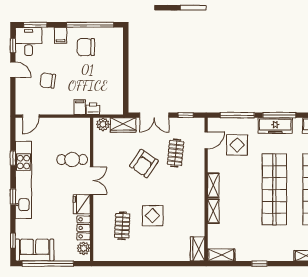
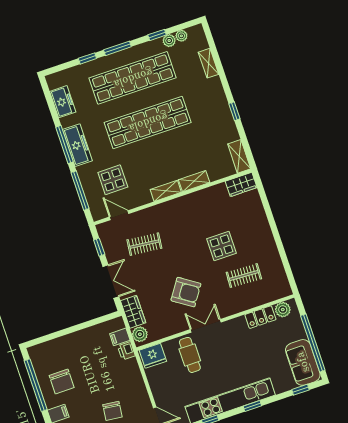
filing cabinet: (80, 107) -> (120, 337), moved
armchair: (144, 164) -> (186, 292), moved
fridge: (82, 204) -> (153, 356), moved

